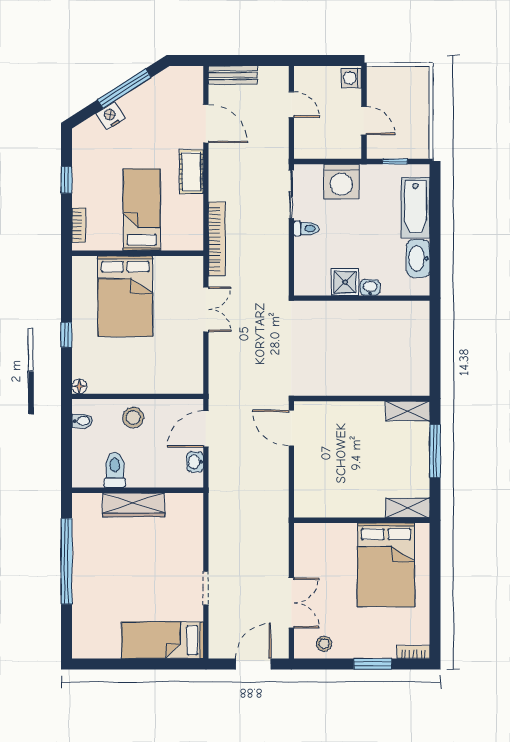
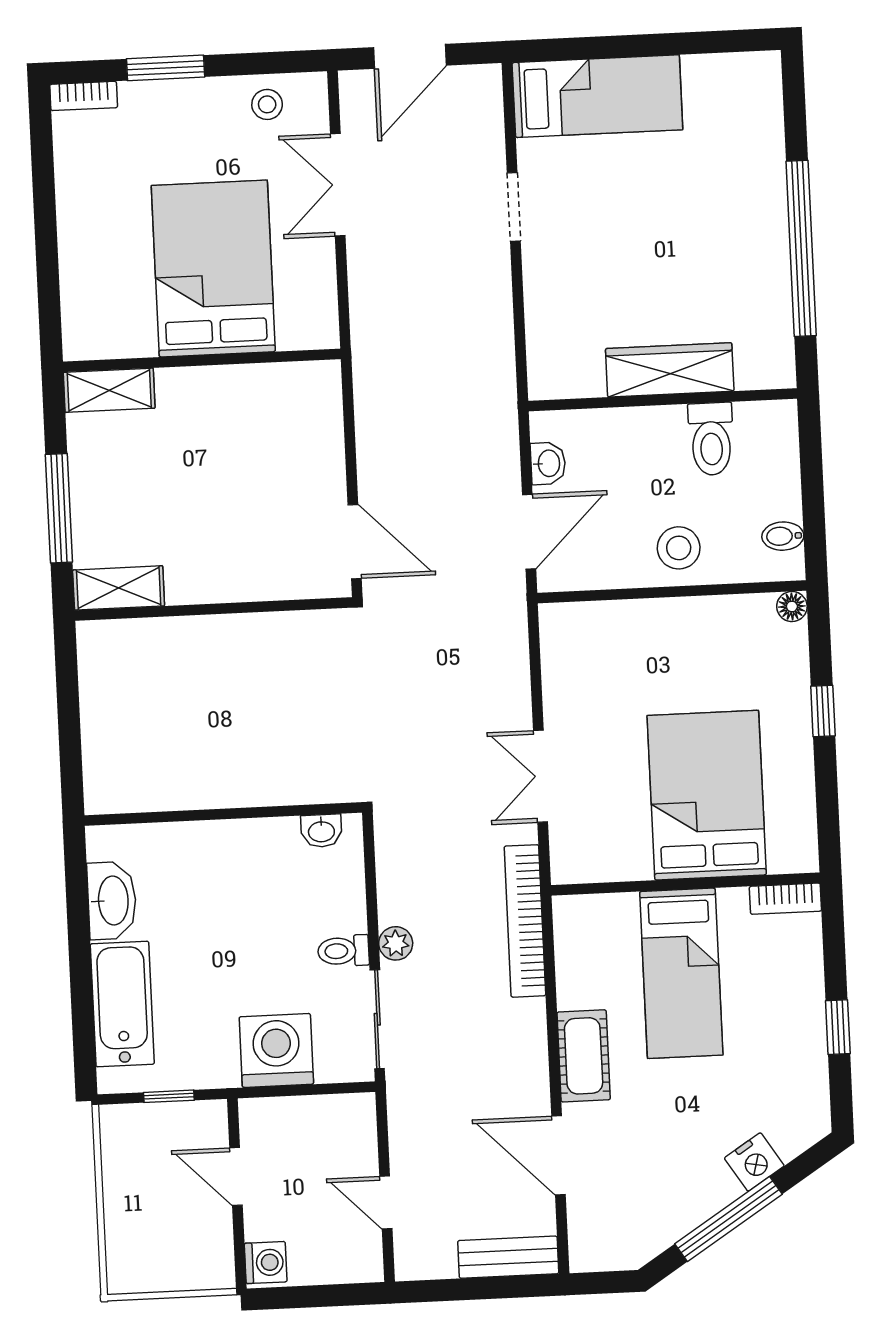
bookcase: (79, 225) -> (785, 899), moved, turned -90
plant: (281, 231) -> (396, 943), added
shower: (345, 282) -> (259, 845), removed
washbasin: (370, 288) -> (321, 831), moved
bed: (386, 565) -> (213, 269), moved

